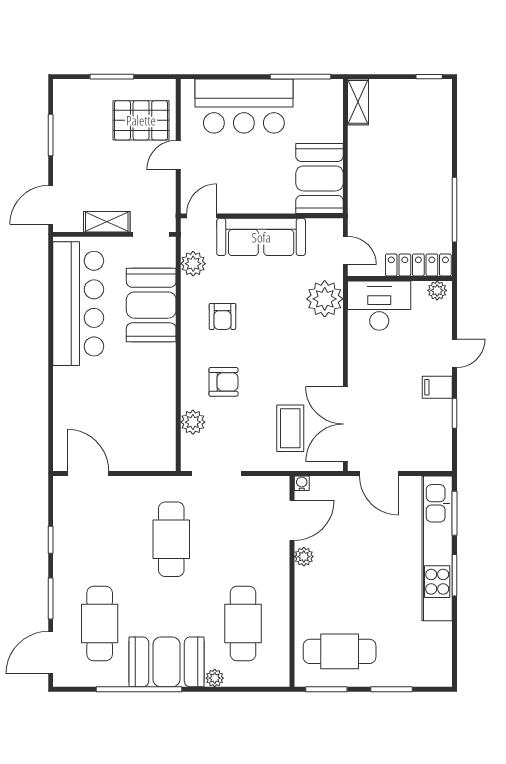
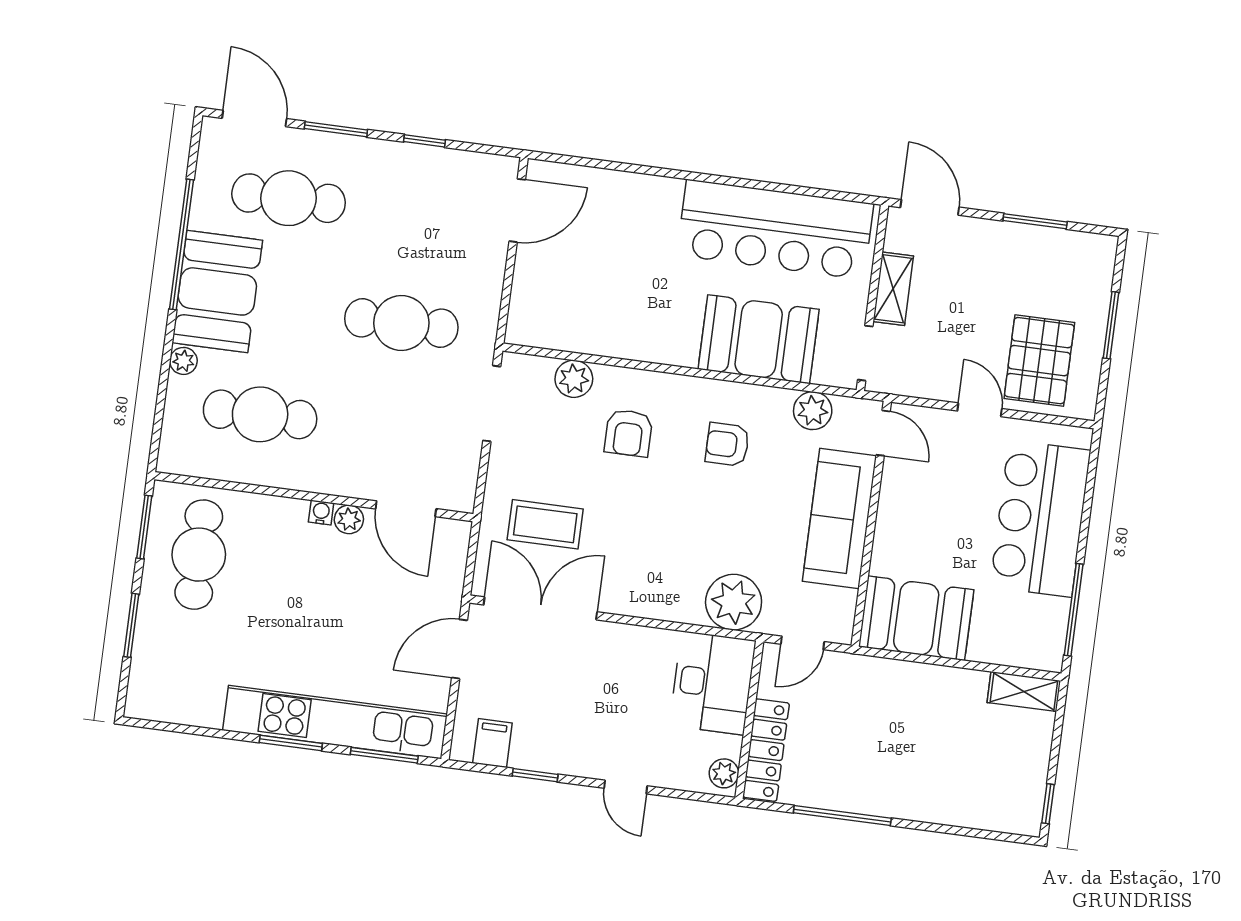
filing cabinet: (437, 387) -> (492, 743), moved
water cooler: (302, 483) -> (321, 513), moved, turned -90

